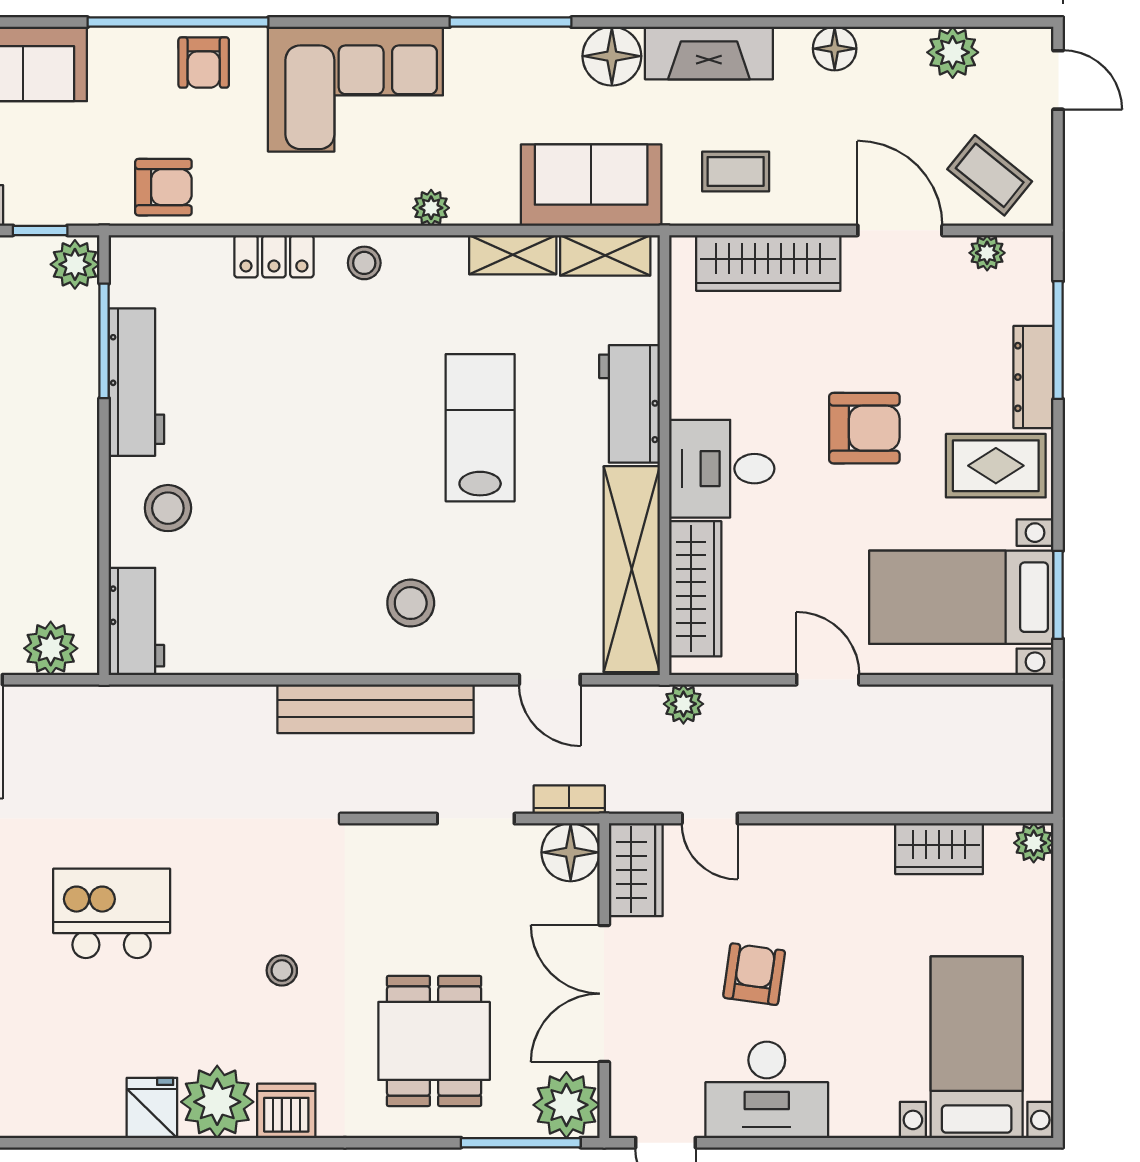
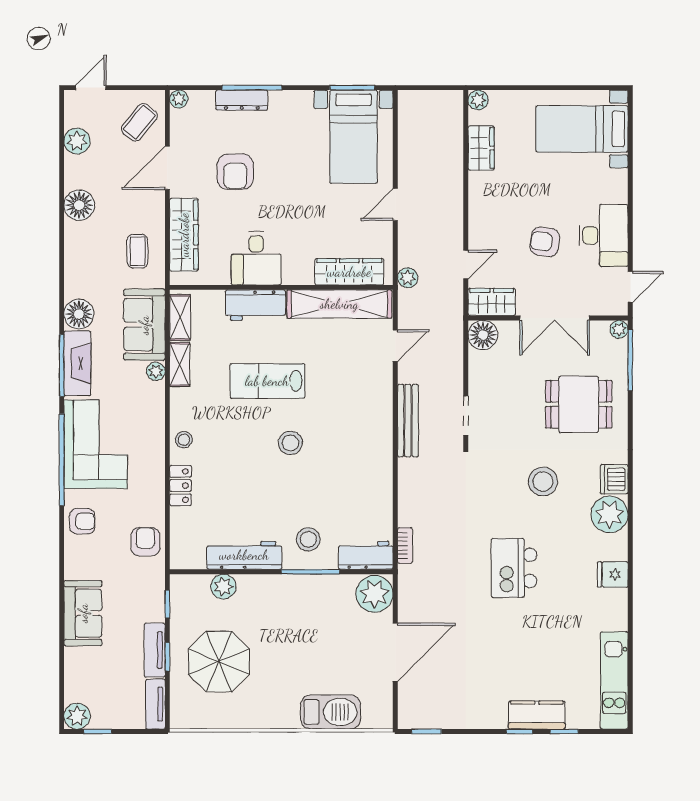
window: (178, 22) -> (62, 460), moved
floor lamp: (835, 49) -> (79, 205), width x1.38, depth x1.38
fireplace: (709, 53) -> (77, 363), moved
plant: (431, 208) -> (156, 371), moved
plant: (987, 253) -> (179, 99), moved
plant: (75, 264) -> (223, 587), moved
window: (1058, 340) -> (252, 88), moved
window: (104, 341) -> (310, 572), moved
armchair: (864, 428) -> (235, 172), moved, turned 180
rug: (996, 466) -> (287, 119), removed
desk: (722, 469) -> (256, 258), moved
stool: (411, 603) -> (290, 443), moved
plant: (51, 648) -> (374, 594), width x1.36, depth x1.36
bench: (376, 709) -> (408, 421), width x0.73, depth x0.82
bookcase: (569, 800) -> (405, 545), moved, turned 180
doorway: (476, 819) -> (466, 416), moved
stool: (282, 970) -> (543, 482), width x1.89, depth x1.89
plant: (566, 1105) -> (619, 329), width x0.53, depth x0.53
fridge: (152, 1108) -> (613, 574), moved

